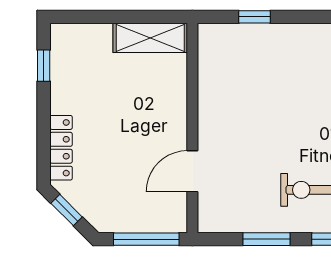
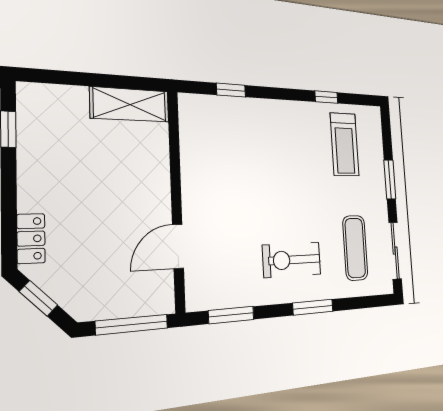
locker: (61, 148) -> (31, 239), width x0.66
window: (267, 239) -> (231, 315), moved

